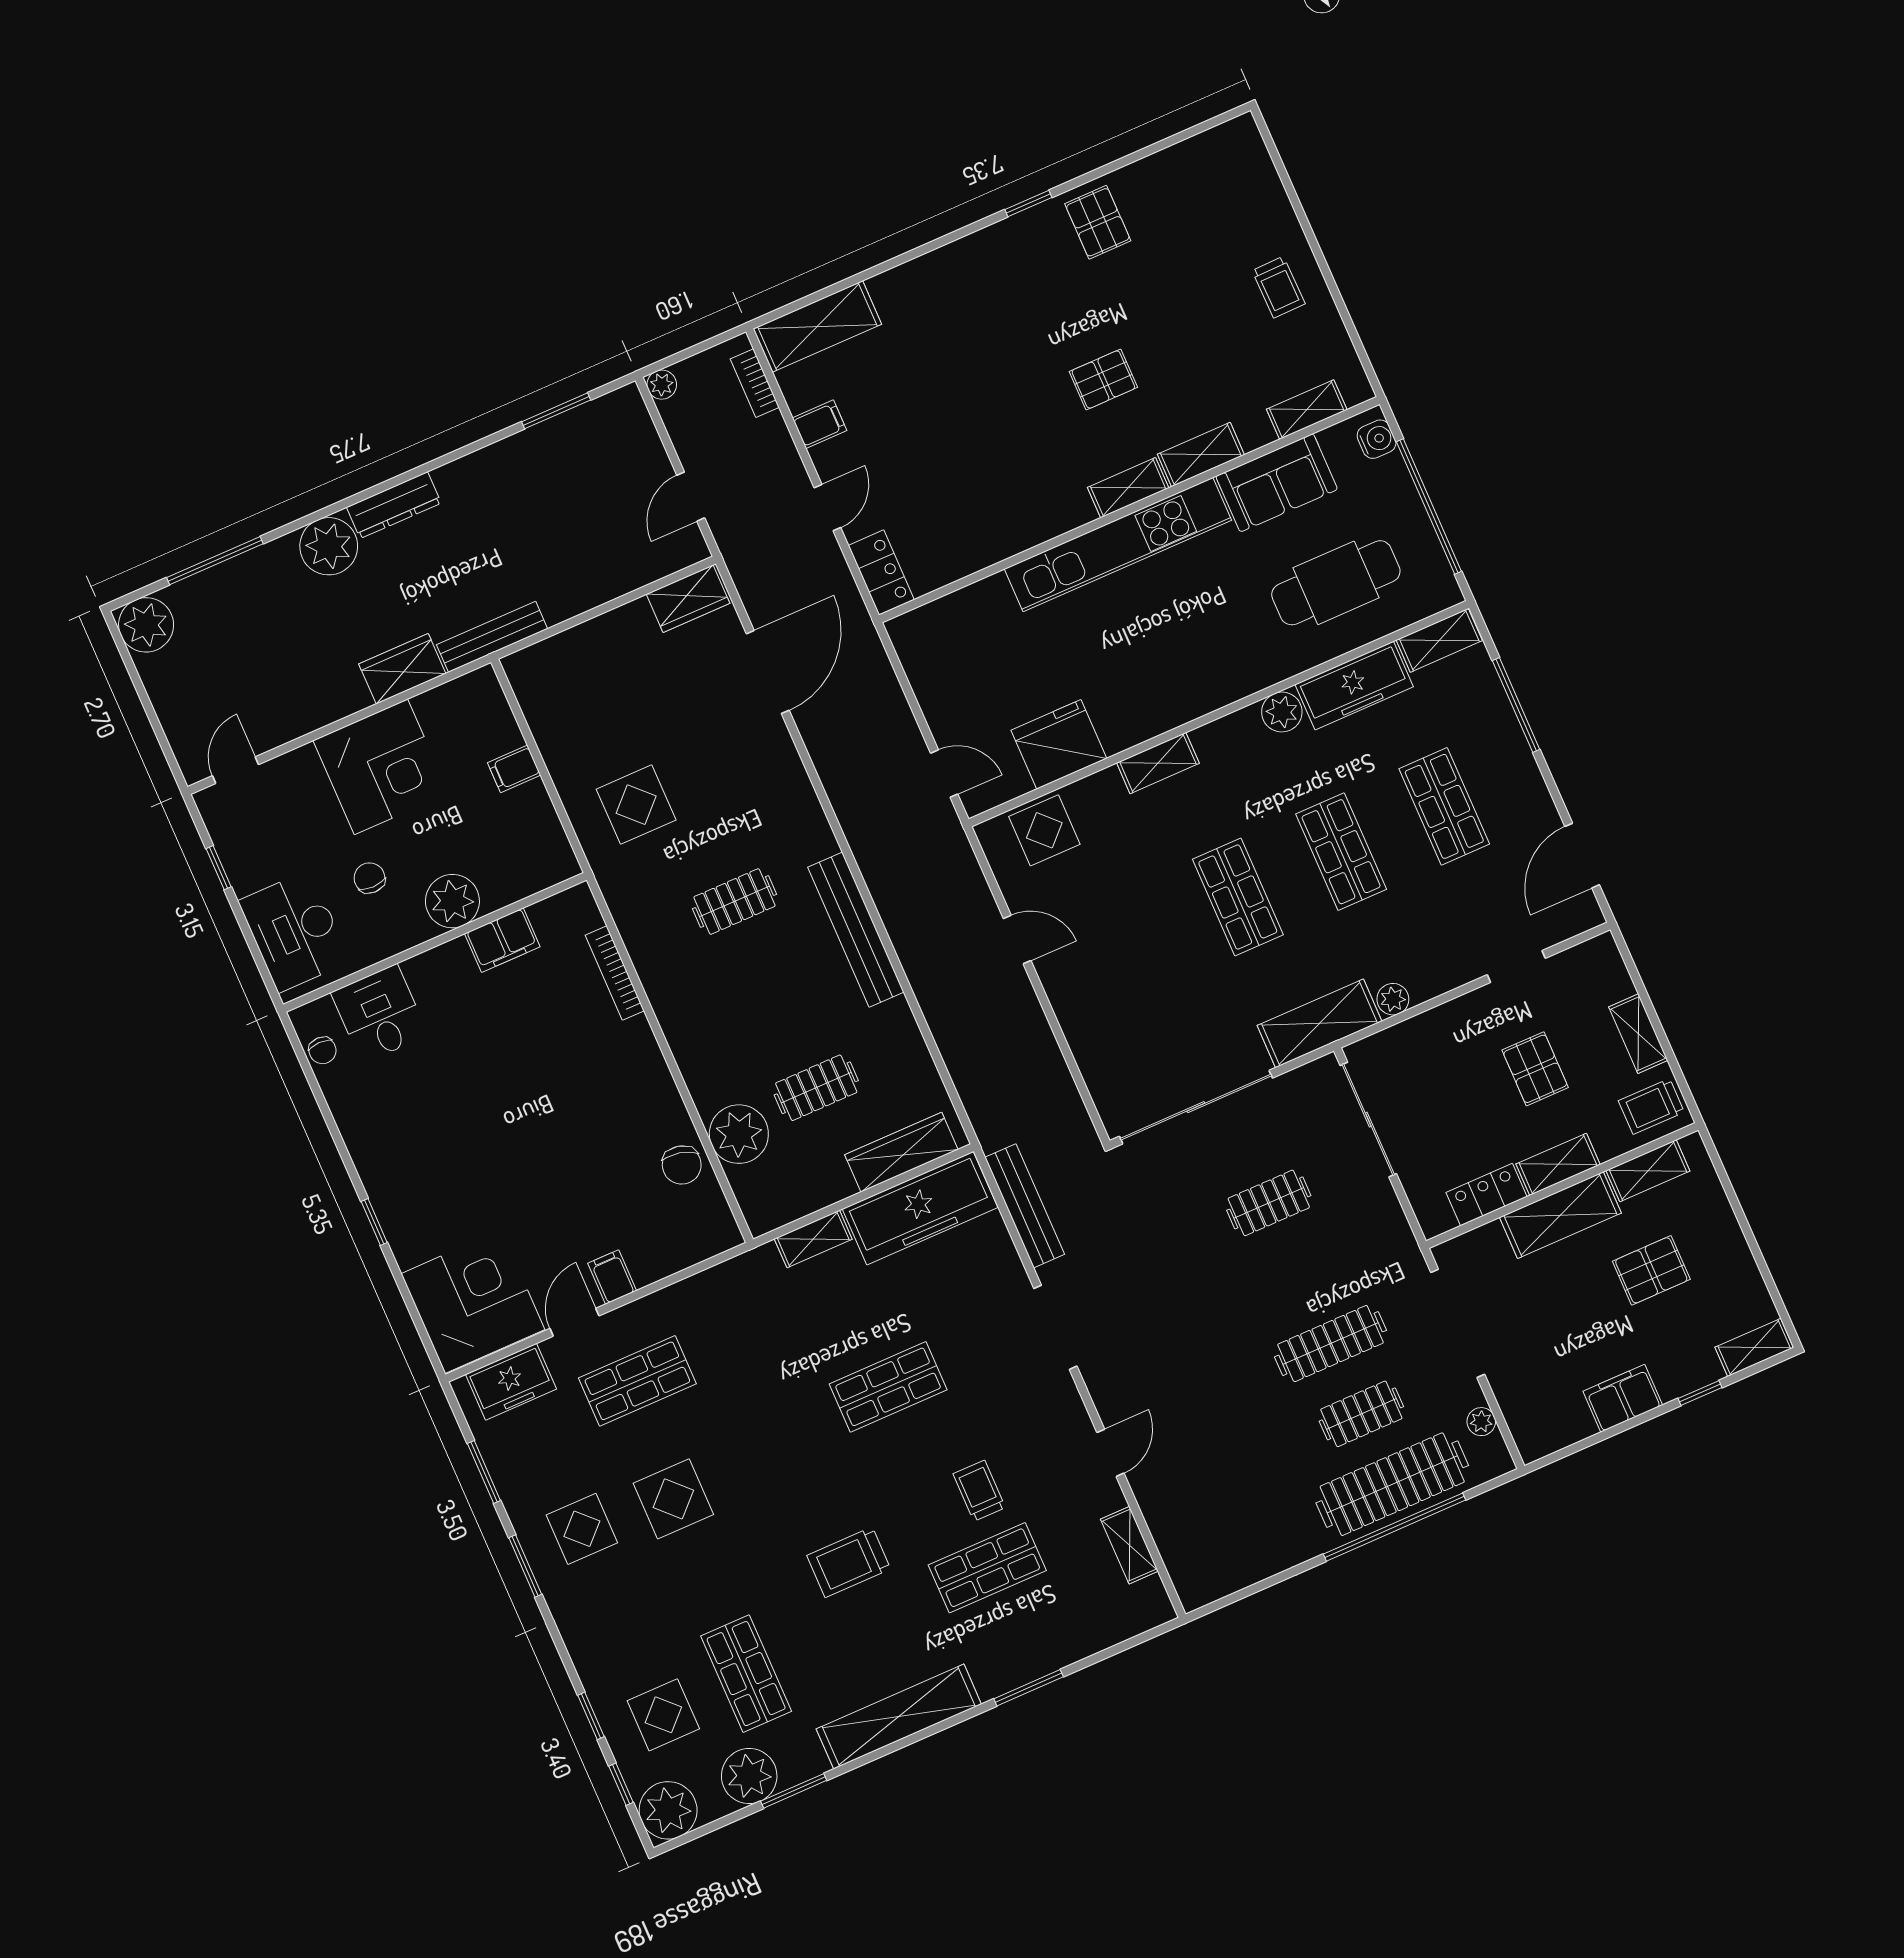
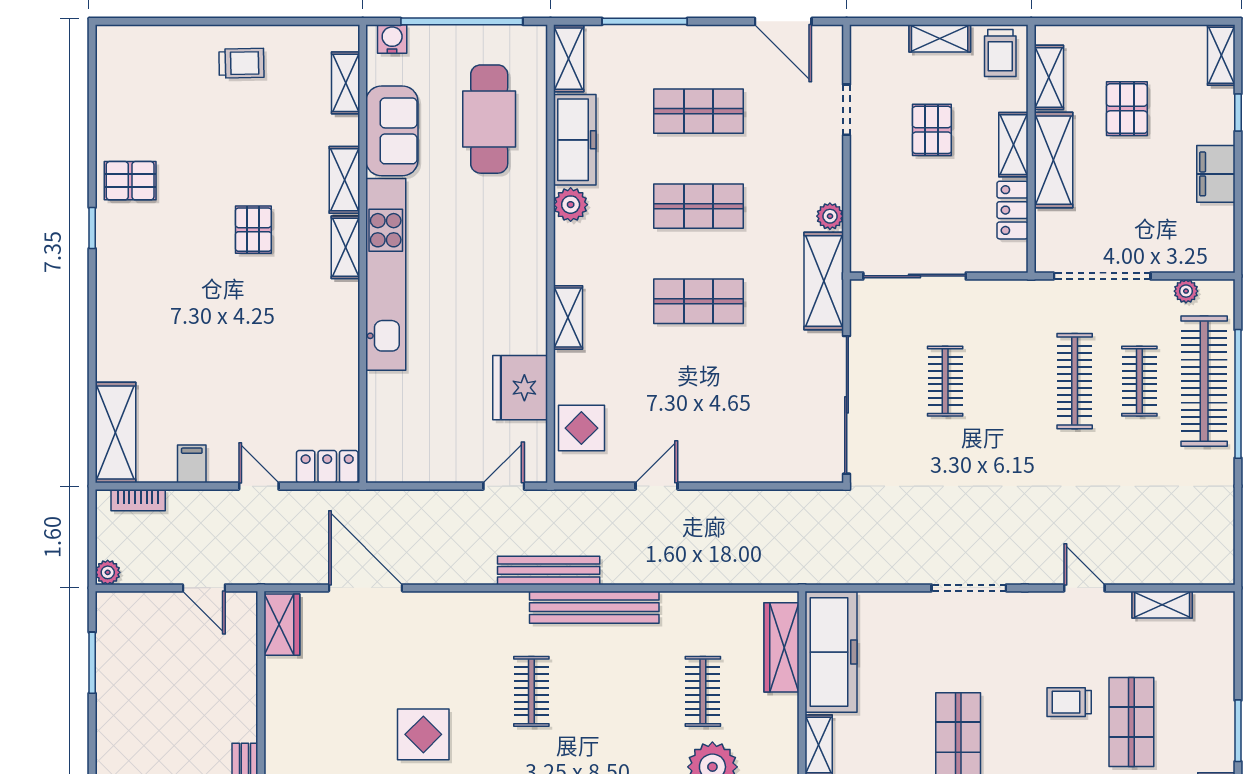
pallet: (1535, 1069) -> (932, 130), turned 90
bench: (1025, 1206) -> (549, 570), moved

